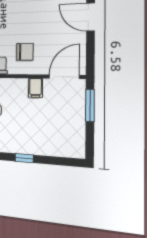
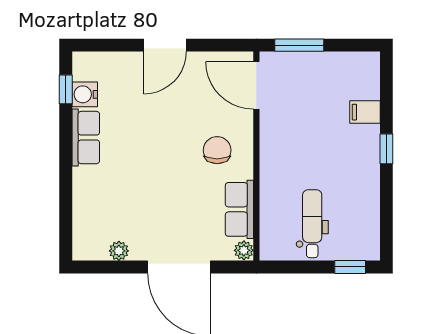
filing cabinet: (36, 88) -> (365, 112), moved, turned 180

